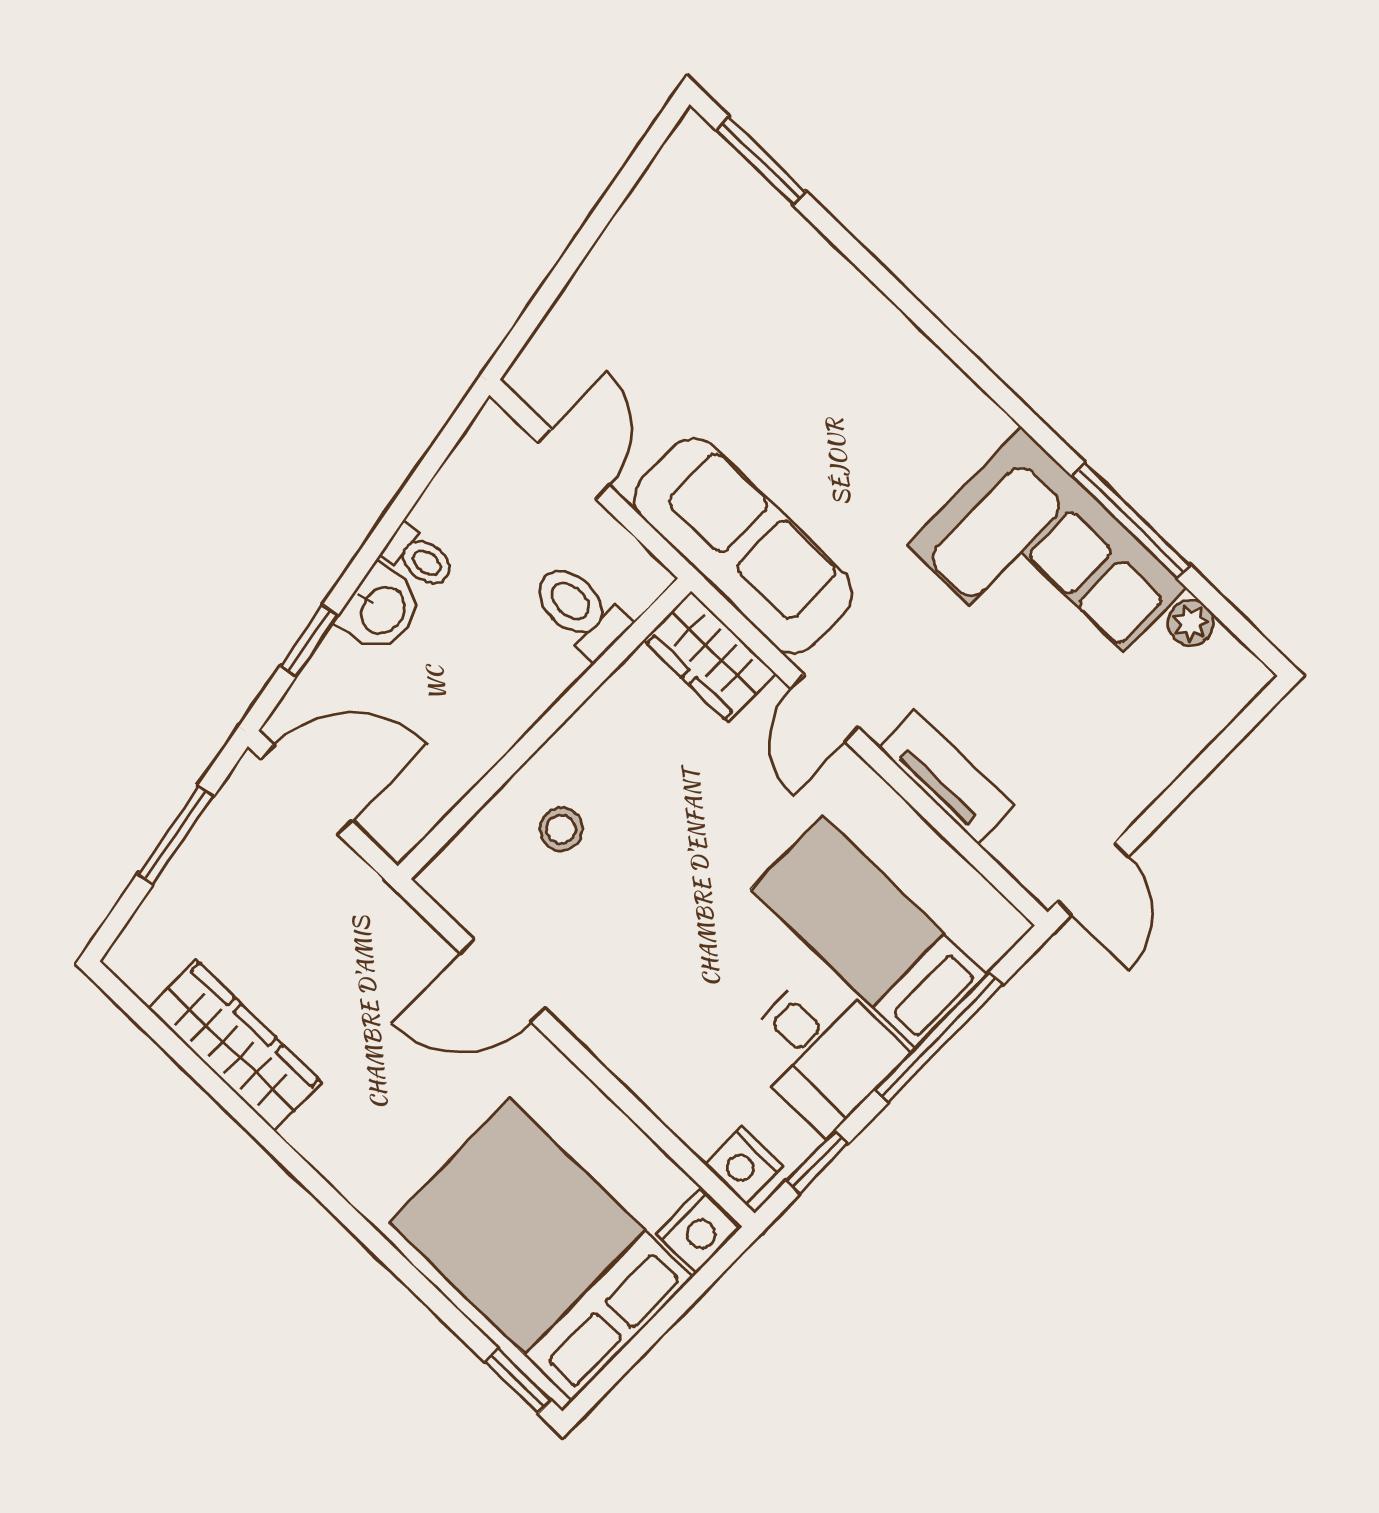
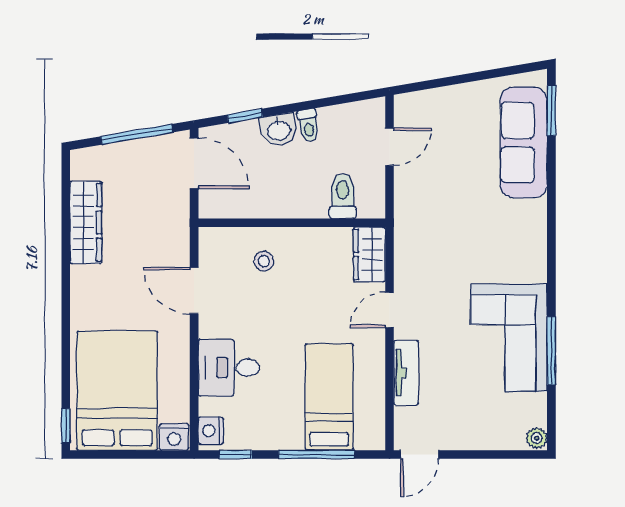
sofa: (743, 546) -> (524, 143), moved, turned 180
plant: (1191, 623) -> (537, 438), moved
window: (176, 835) -> (137, 134), width x1.44
desk: (822, 1050) -> (229, 367), moved, turned 90

